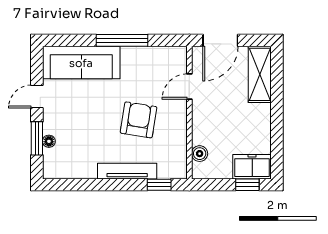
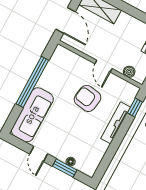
window: (122, 40) -> (32, 82), width x1.46
door: (189, 87) -> (103, 66), moved

